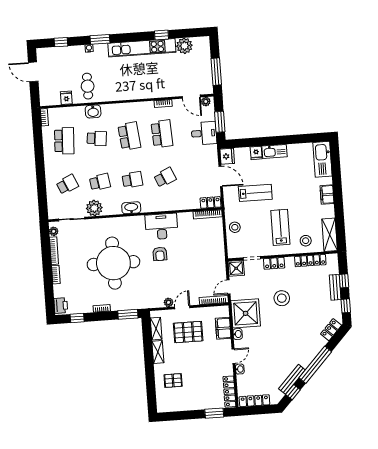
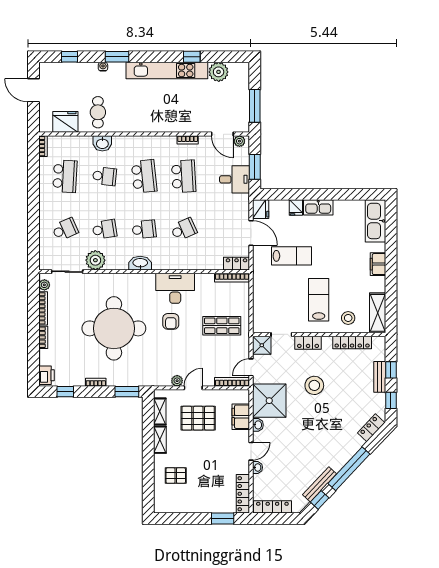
fridge: (66, 98) -> (65, 122), width x1.88, depth x1.34
stool: (235, 227) -> (264, 296), removed
shop shelf: (202, 255) -> (222, 326), added

